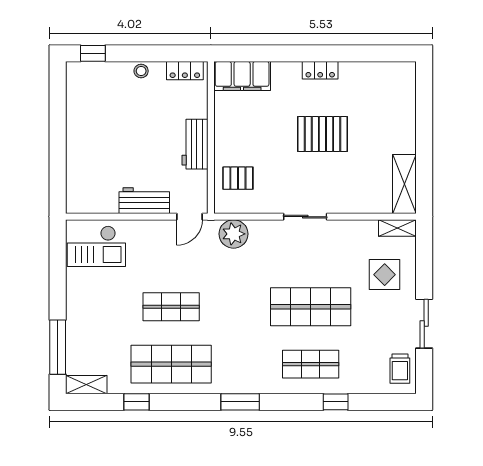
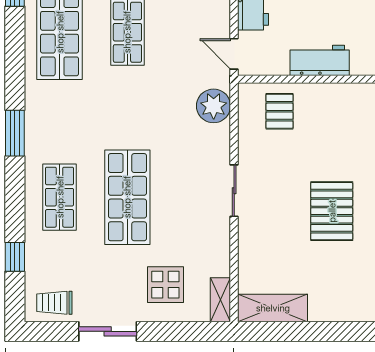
window: (240, 402) -> (15, 133), moved
window: (336, 402) -> (15, 257), moved

